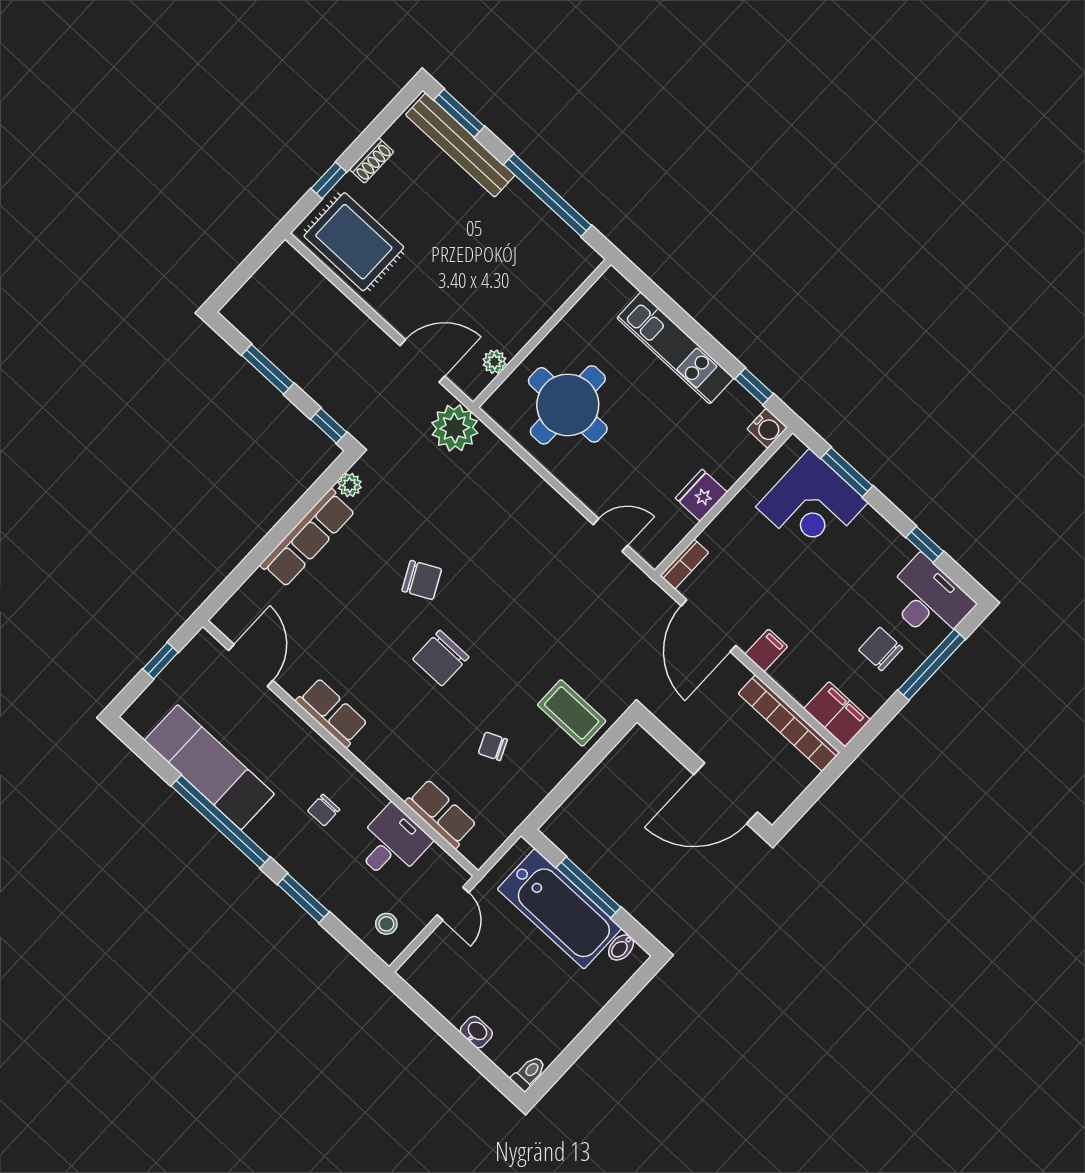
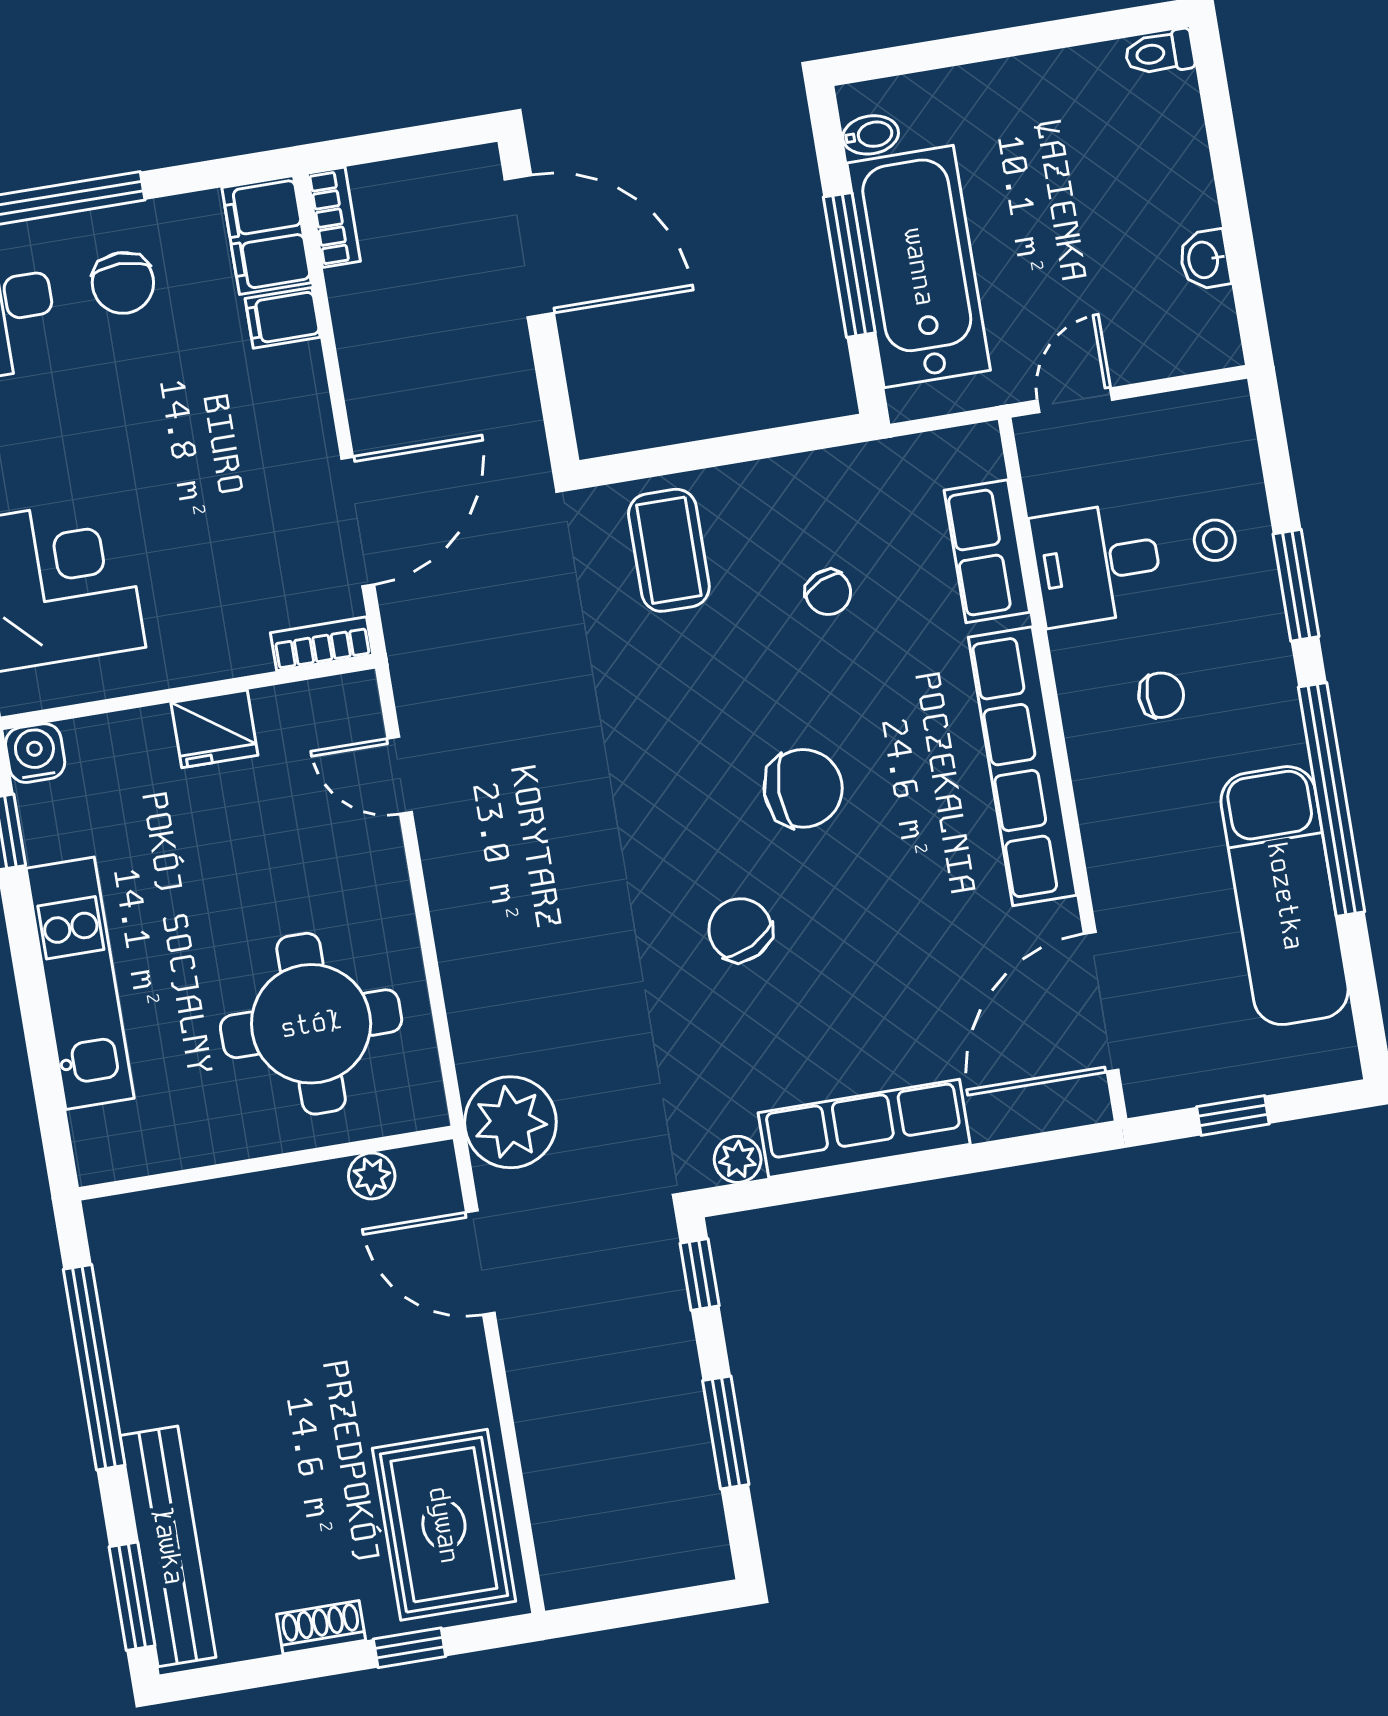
filing cabinet: (766, 650) -> (283, 318), moved
door: (251, 665) -> (1101, 1002), width x1.36
row of seats: (332, 713) -> (1022, 766), width x2.02
bookcase: (789, 723) -> (334, 217), width x0.43, depth x0.76
stool: (386, 924) -> (1215, 540), moved
washbasin: (476, 1032) -> (1204, 260), moved

